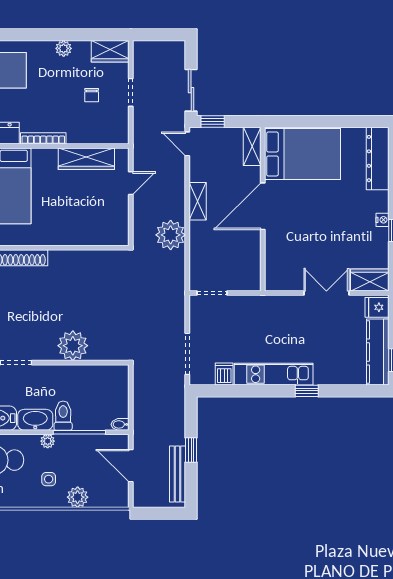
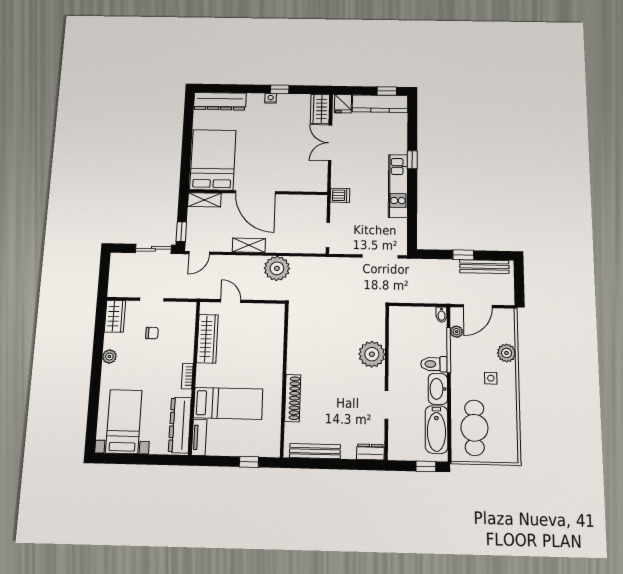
bookcase: (43, 138) -> (187, 376), width x0.64
dishwasher: (224, 374) -> (340, 195), moved, turned 180
plant: (48, 441) -> (456, 332), moved

